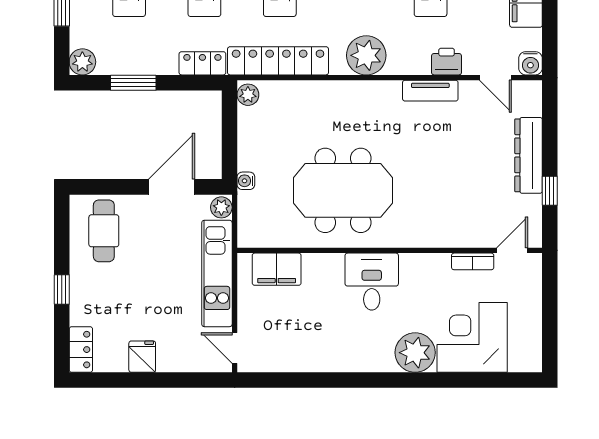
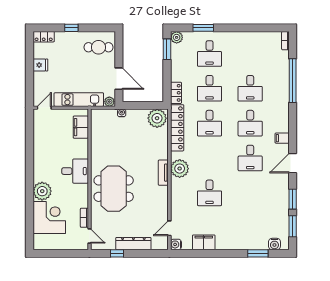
printer: (447, 62) -> (177, 206), removed
window: (133, 83) -> (167, 49), moved
tv unit: (430, 91) -> (163, 173), moved
plant: (248, 95) -> (157, 118), width x1.88, depth x1.88
meeting table: (343, 190) -> (114, 189), moved

